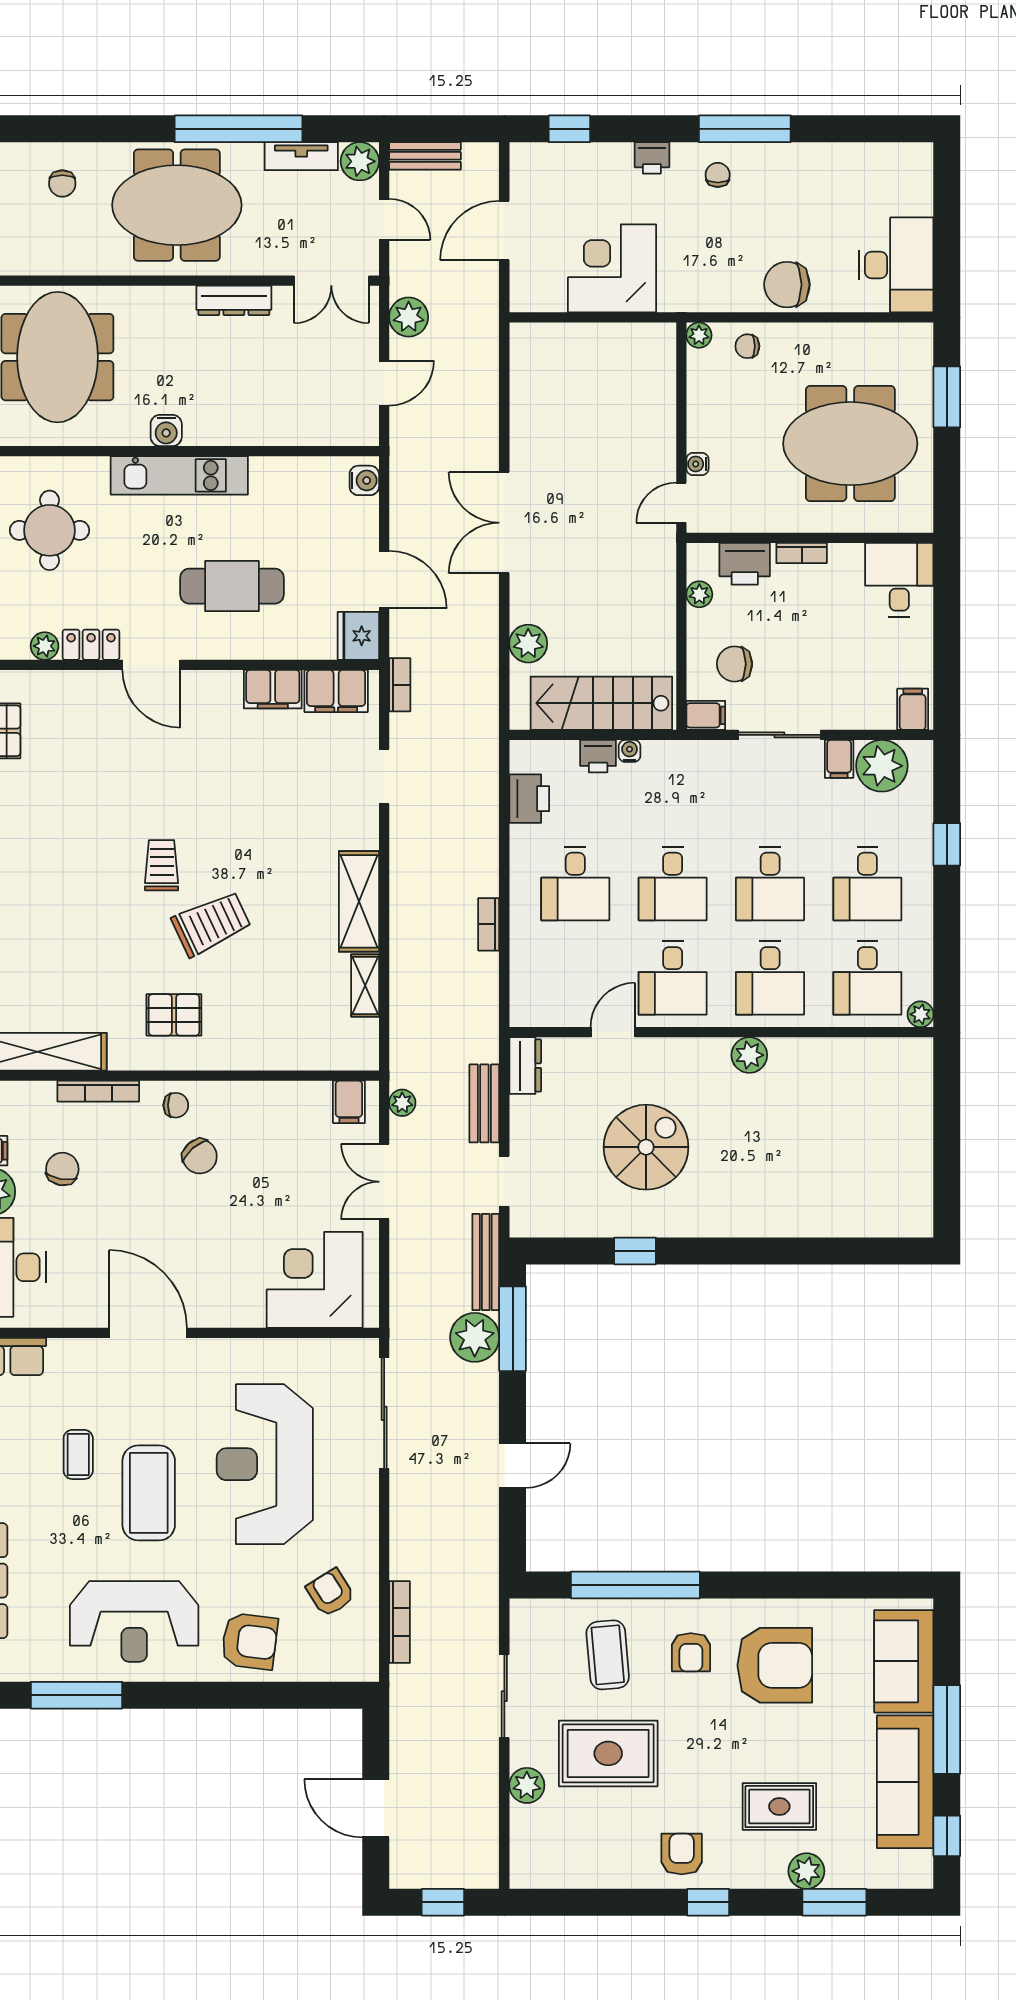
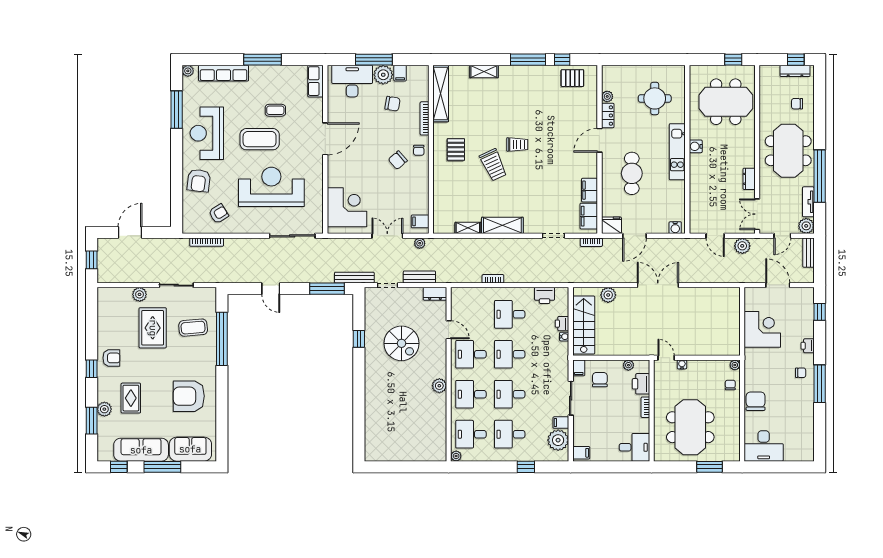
dresser: (234, 300) -> (749, 179), width x0.70
plant: (475, 1337) -> (323, 273), removed
armchair: (691, 1652) -> (194, 362), removed
armchair: (775, 1665) -> (189, 396), turned 90

